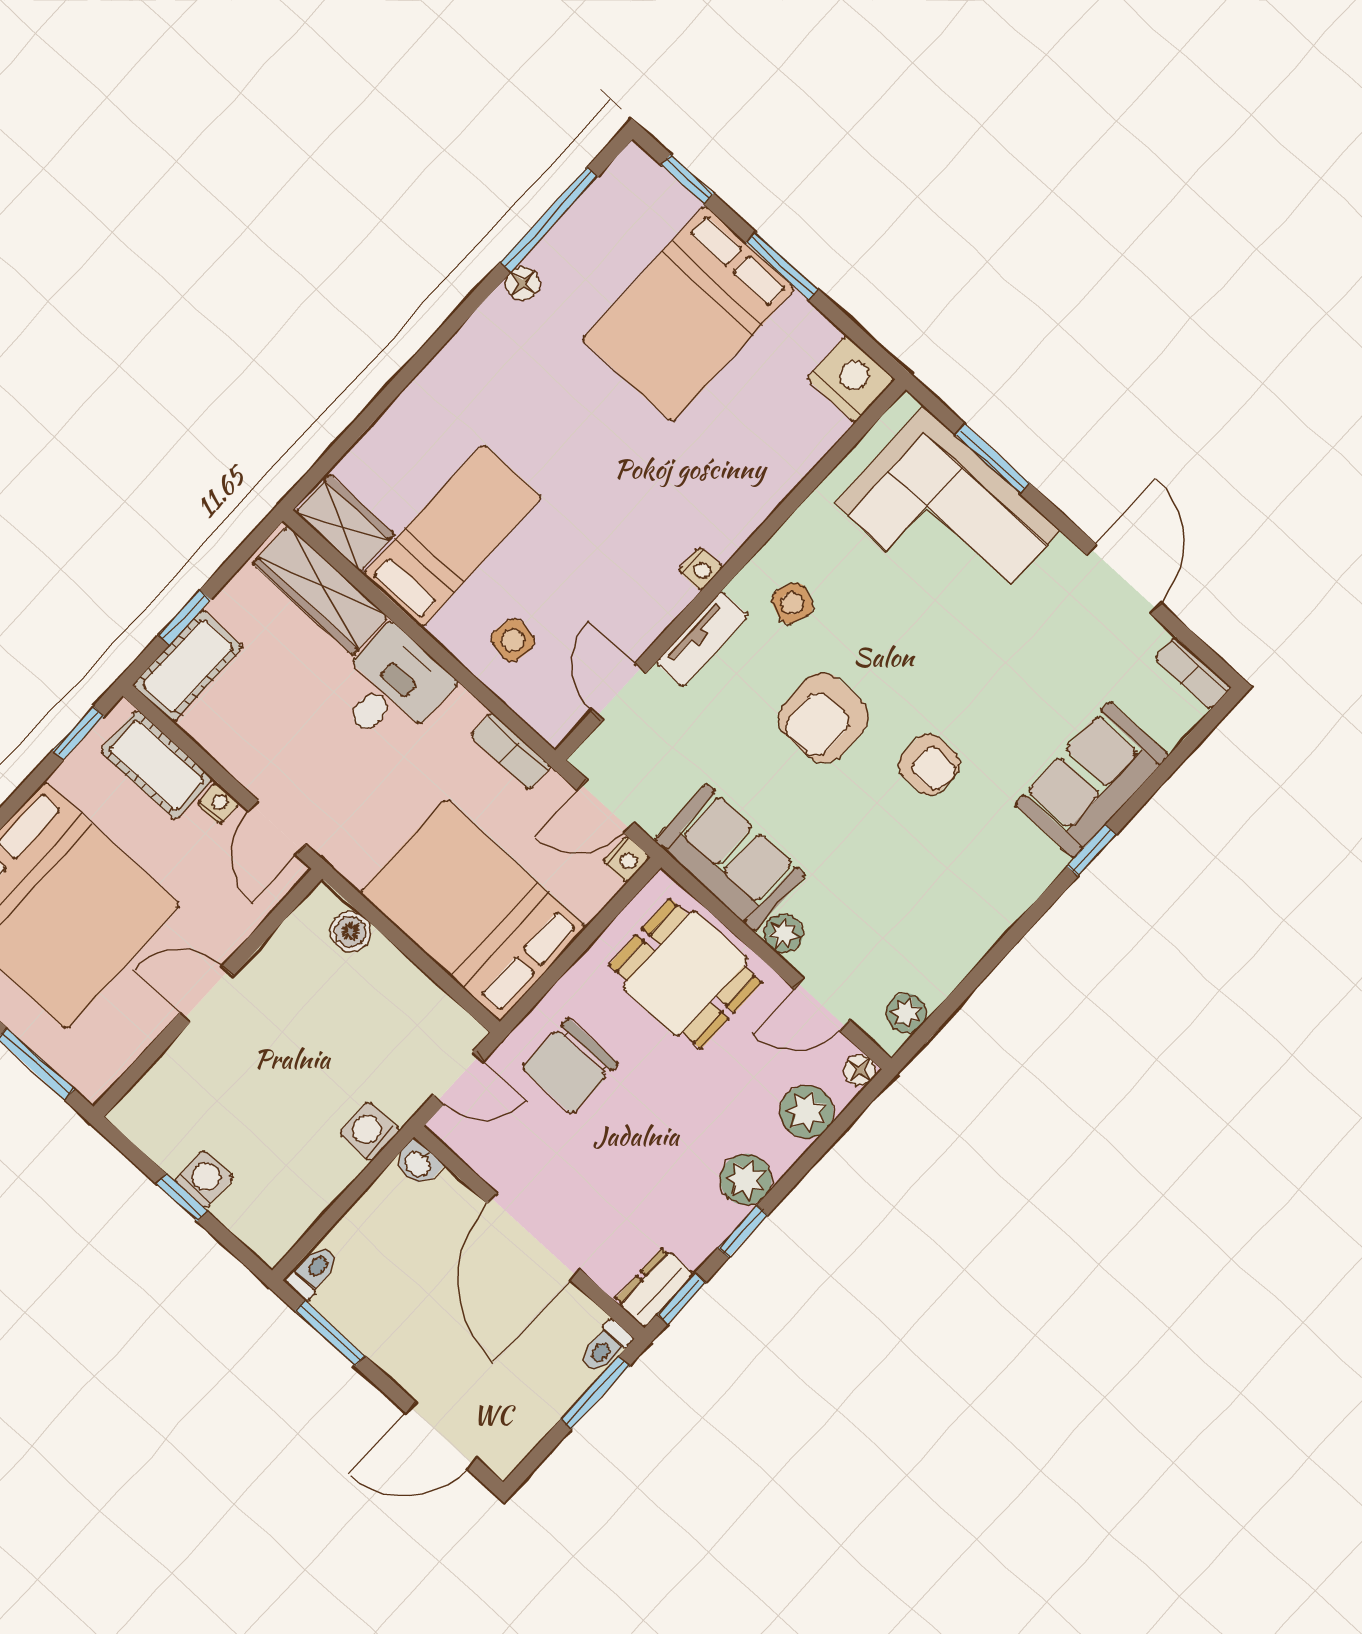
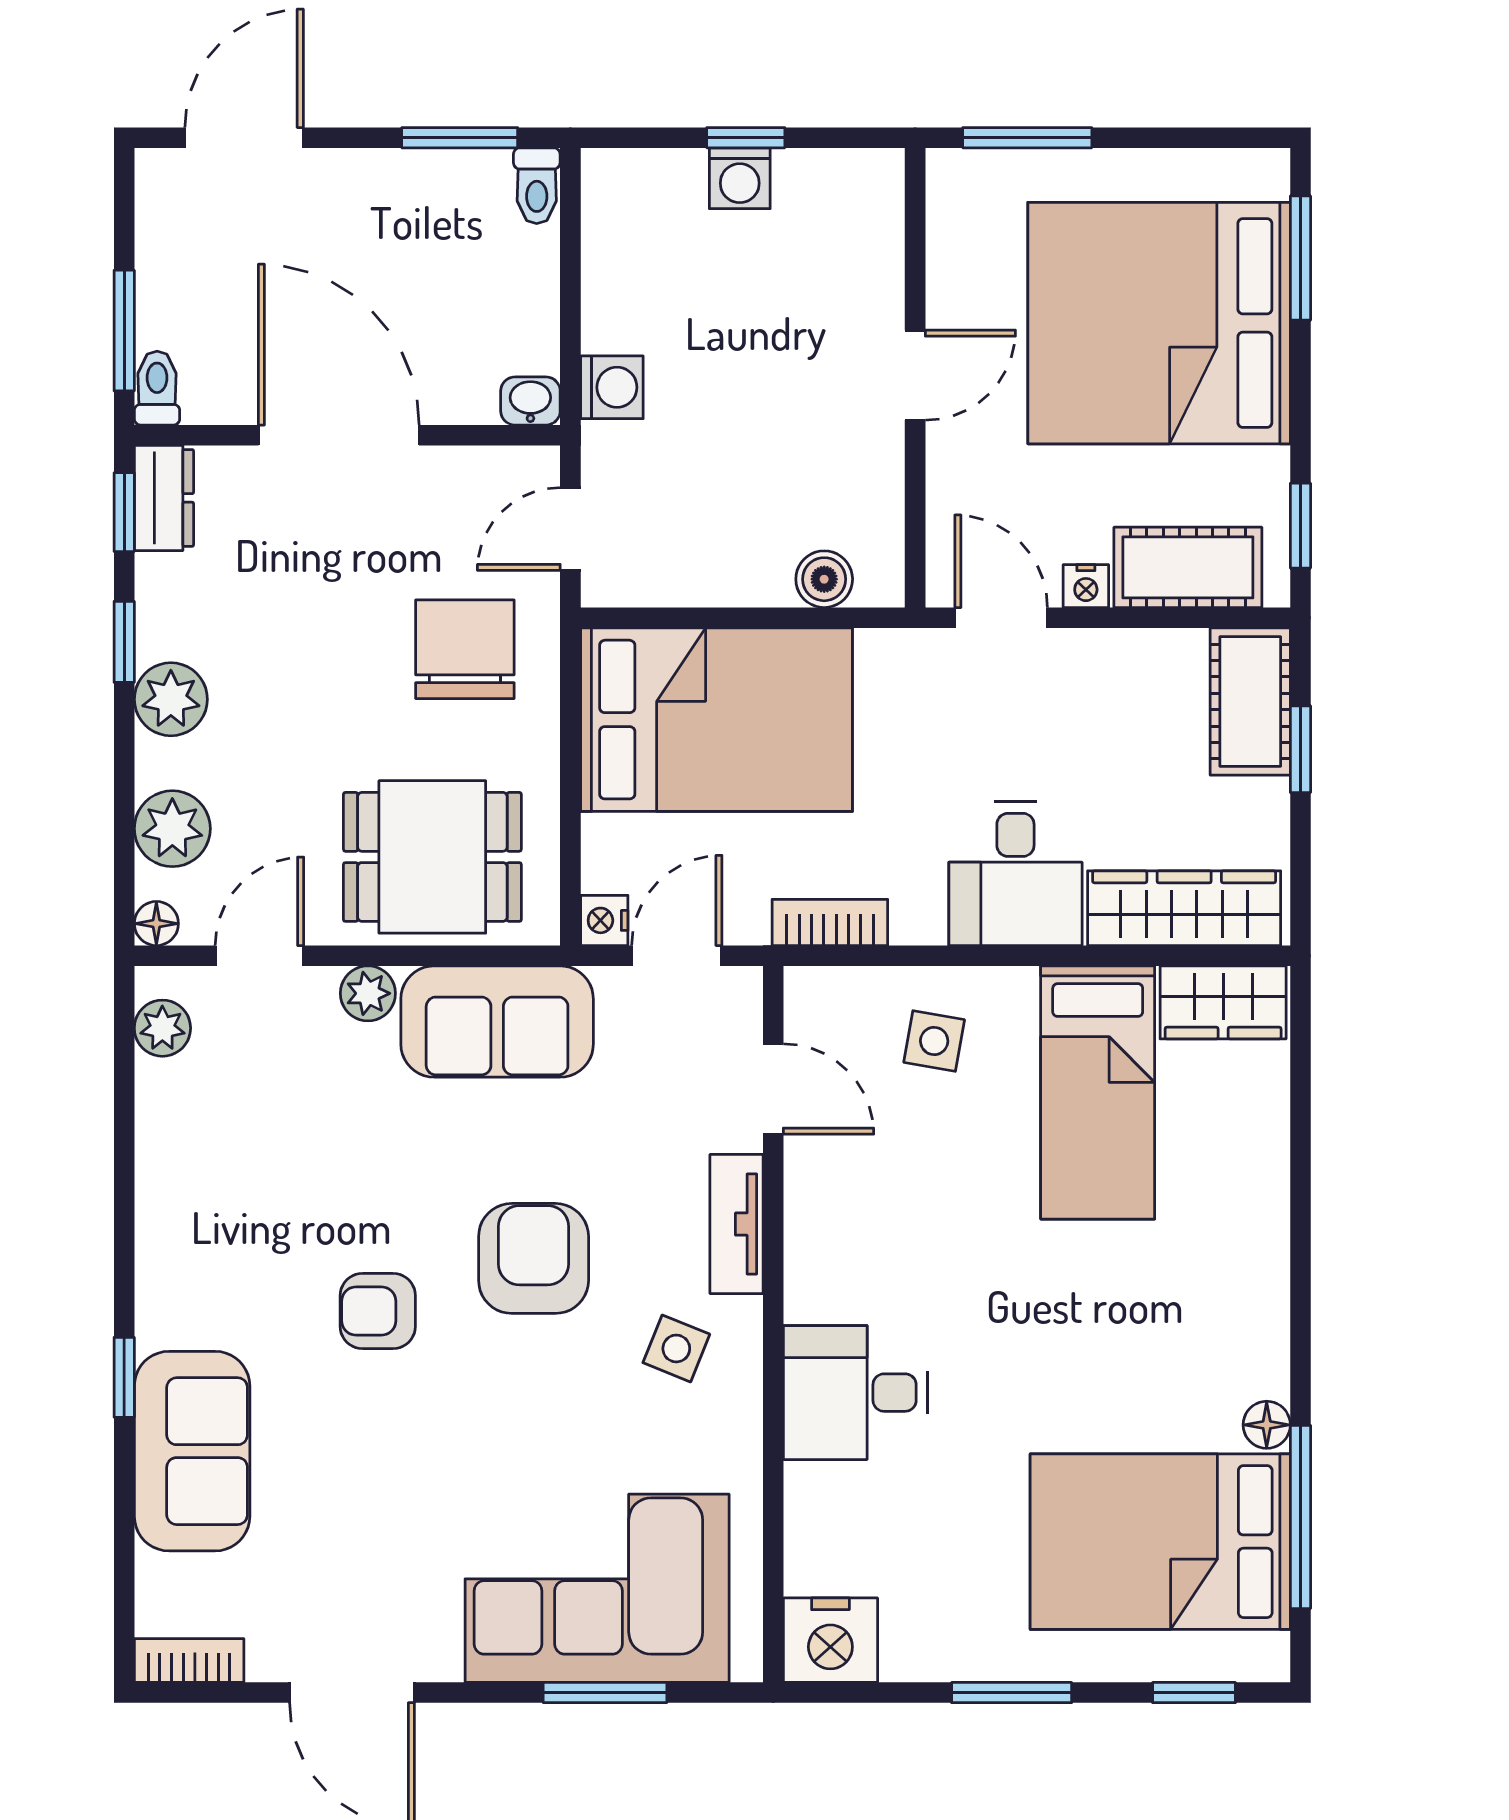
bed: (689, 314) -> (1160, 1542), moved, turned -90
desk: (720, 495) -> (856, 1393), added
nightstand: (701, 569) -> (806, 1296), removed

